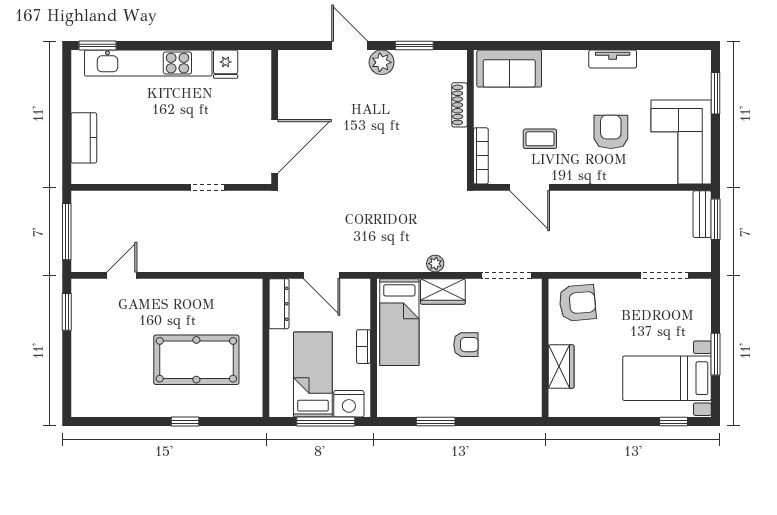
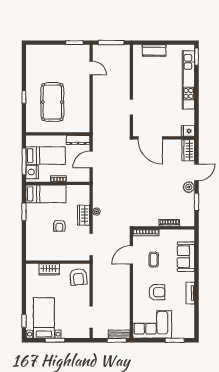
wardrobe: (301, 63) -> (188, 150), added
fridge: (226, 64) -> (188, 131), moved
sofa: (509, 69) -> (186, 257), moved
bed: (399, 322) -> (46, 194), moved, turned 180

